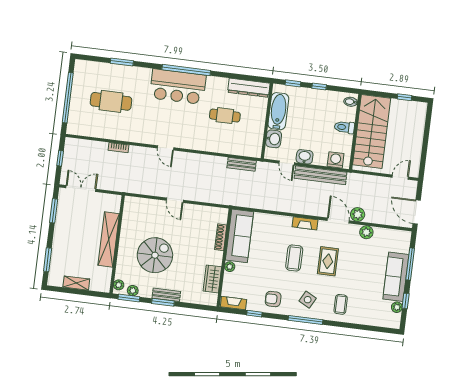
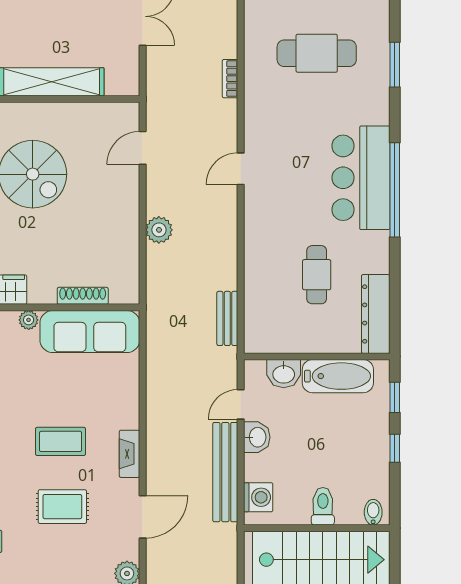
cafe table: (111, 101) -> (317, 53), turned 90
door: (175, 200) -> (143, 148), moved
plant: (358, 214) -> (159, 230), moved

